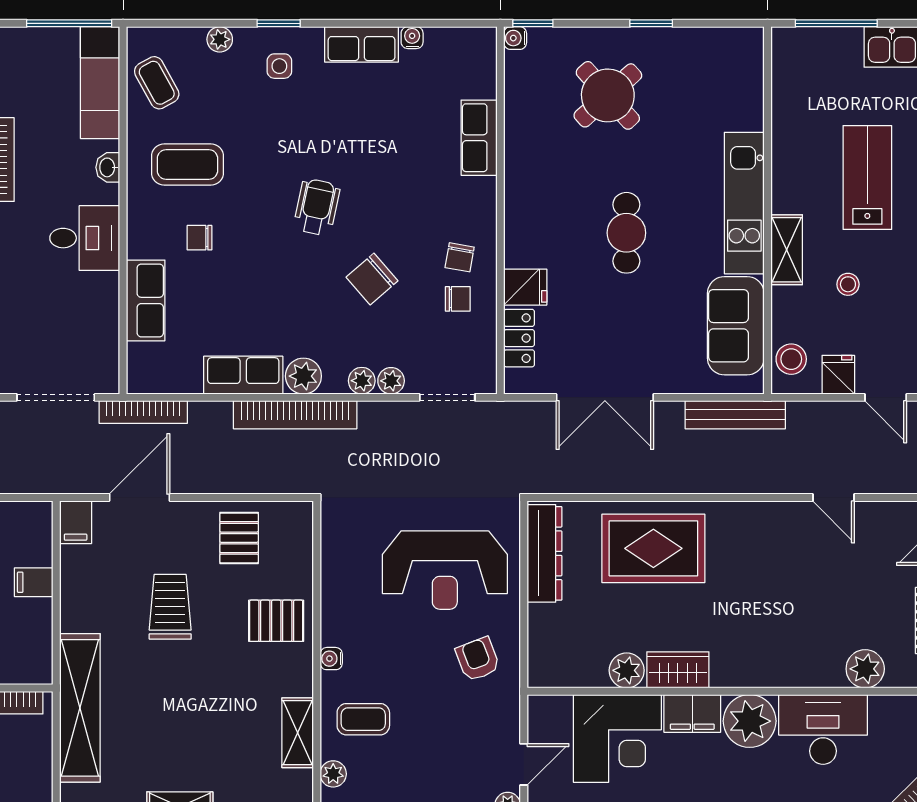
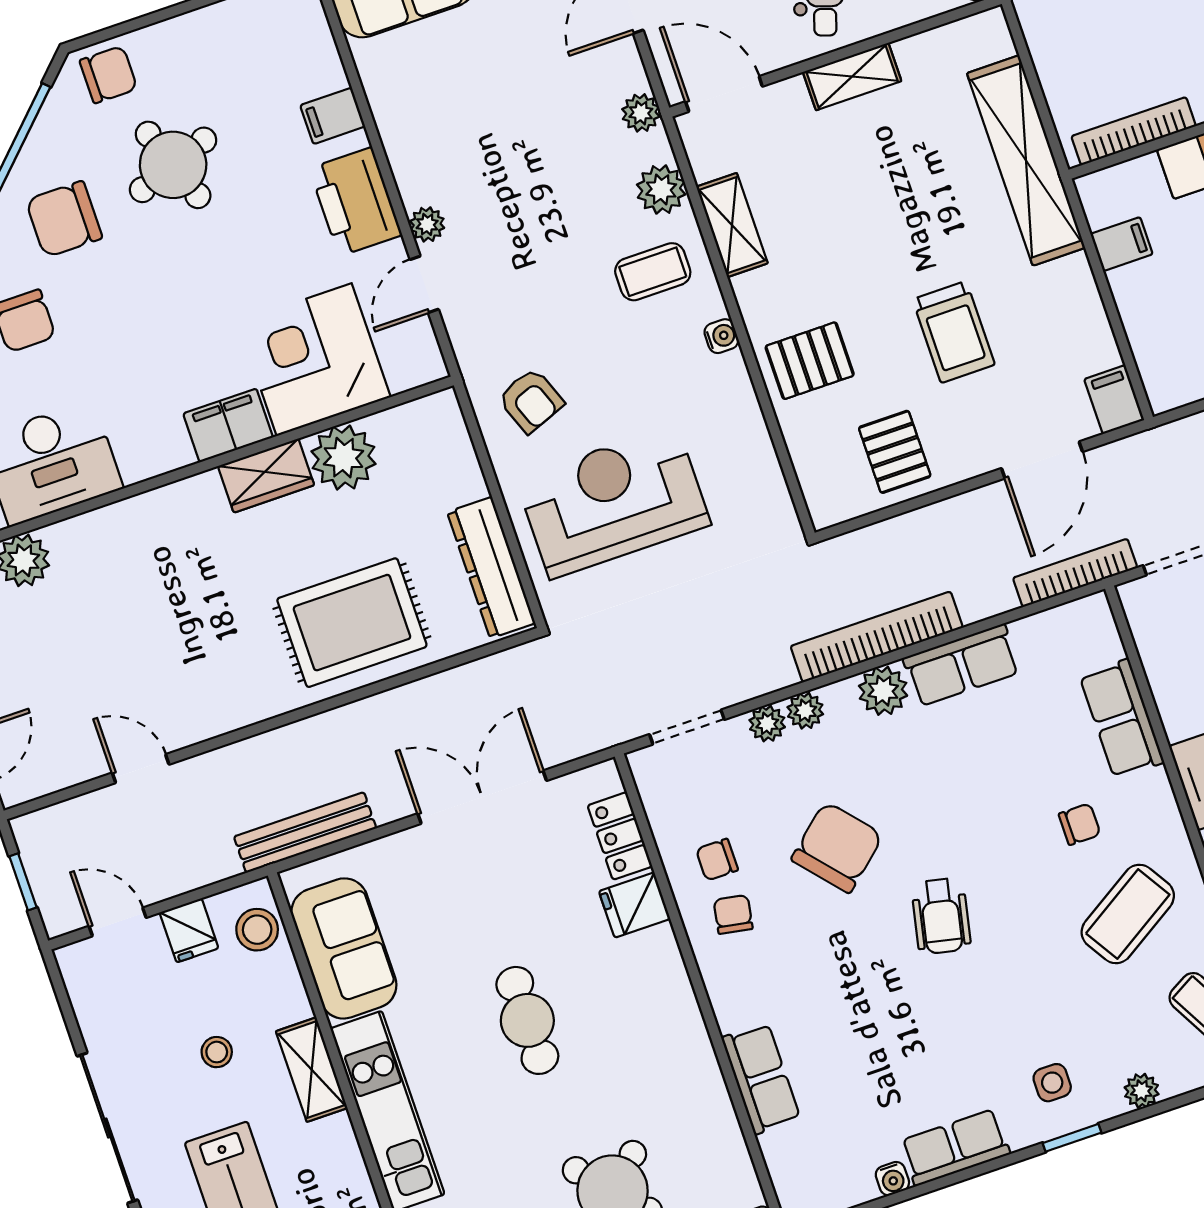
coffee table: (187, 164) -> (1128, 914), turned -32
chair: (372, 279) -> (837, 847), width x1.37, depth x1.37
filing cabinet: (34, 582) -> (1122, 244), moved
plant: (627, 670) -> (344, 458), width x1.36, depth x1.36
plant: (750, 721) -> (150, 441), removed
plant: (333, 774) -> (661, 189), width x1.38, depth x1.38

